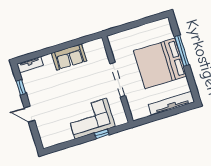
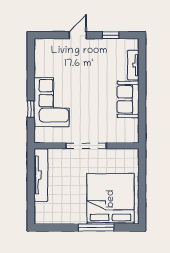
bed: (160, 63) -> (111, 199), moved
tv unit: (30, 65) -> (133, 65), moved
tv unit: (171, 103) -> (41, 175), moved

